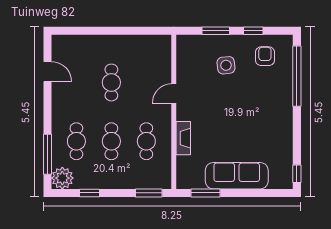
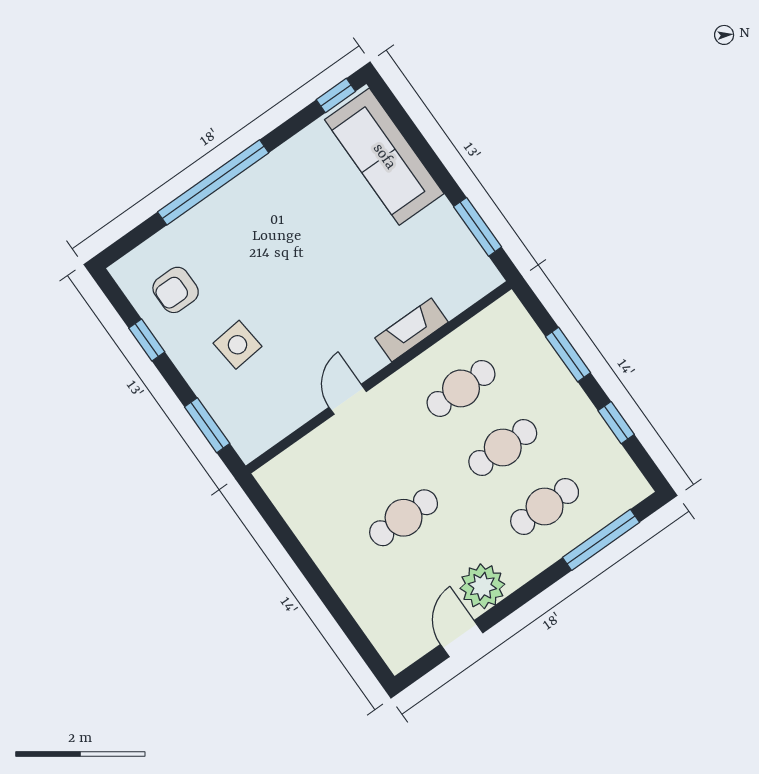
window: (216, 31) -> (207, 425), moved
window: (297, 76) -> (213, 182), moved
door: (174, 93) -> (348, 399), swing flipped
sofa: (237, 176) -> (384, 157), moved
plant: (62, 178) -> (482, 586), moved
window: (149, 193) -> (568, 355), moved

